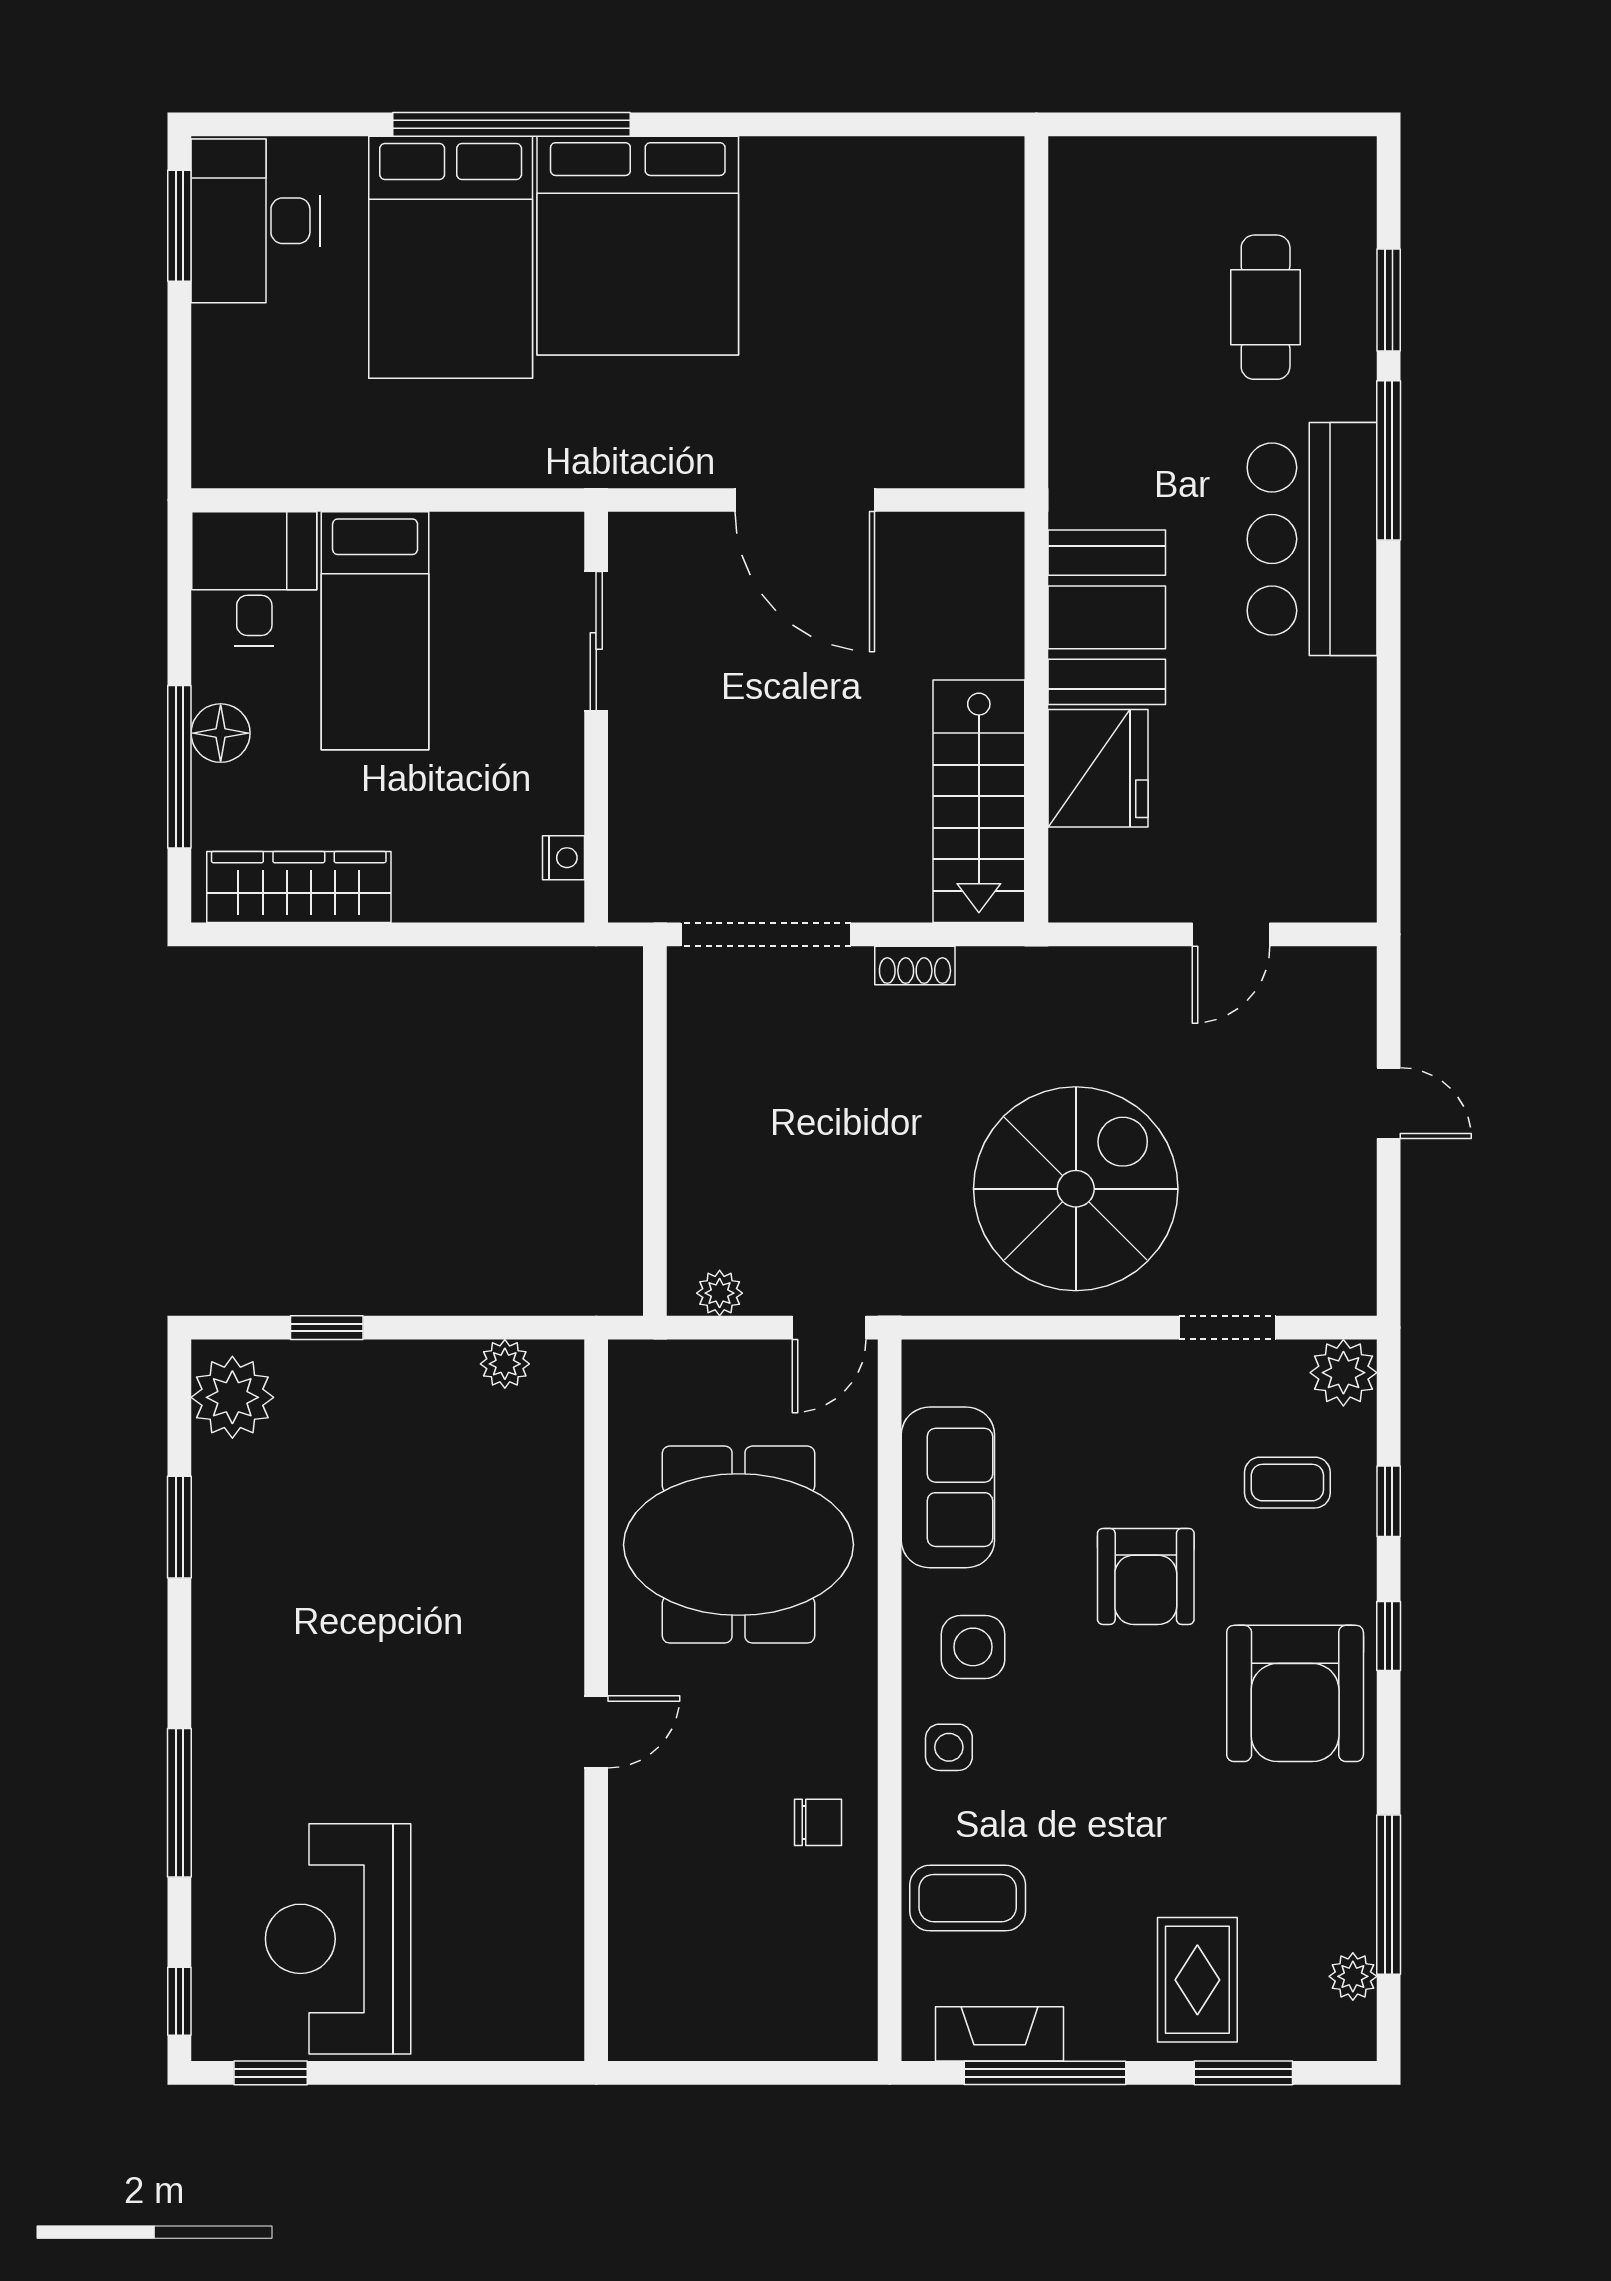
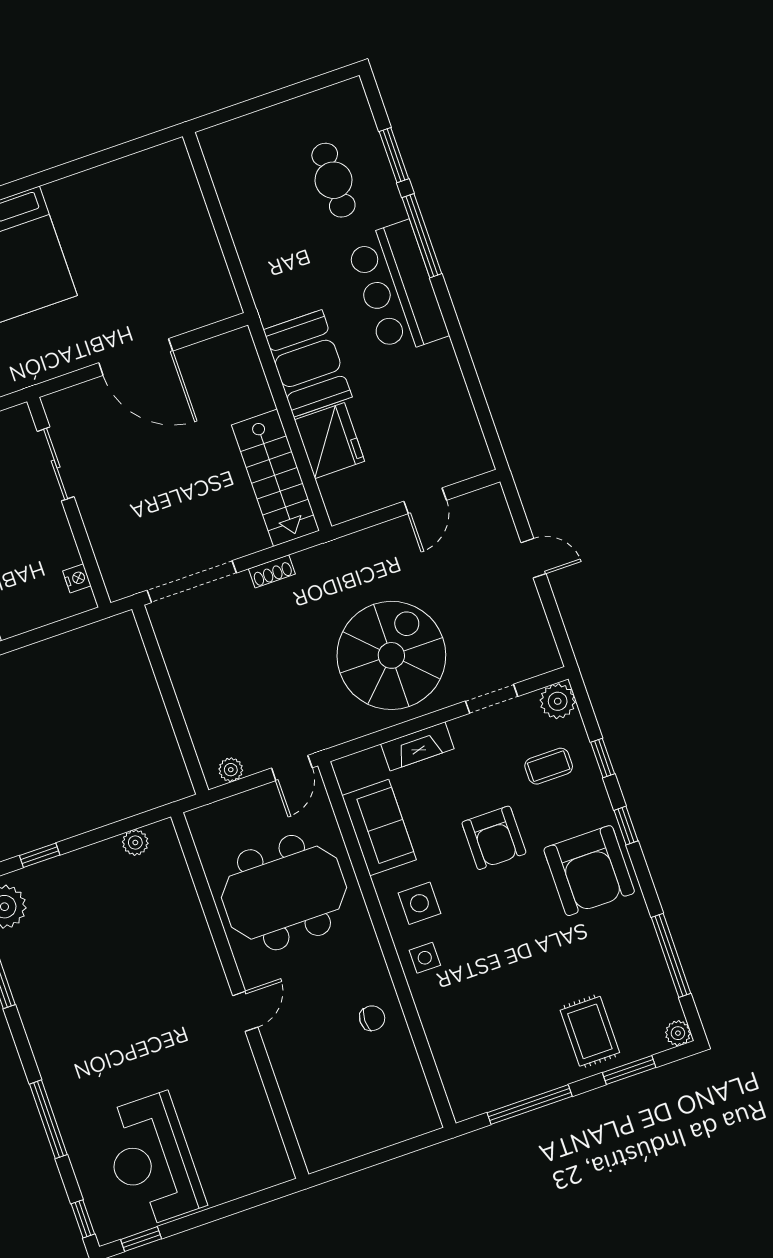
coffee table: (968, 1898) -> (460, 1030), removed
plant: (1353, 1976) -> (678, 1033), moved
fireplace: (1000, 2034) -> (417, 746), moved, turned 180

